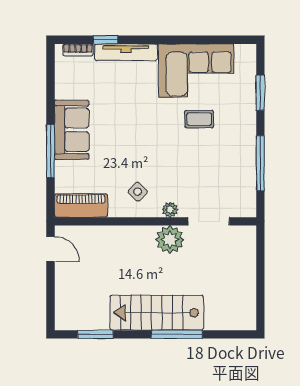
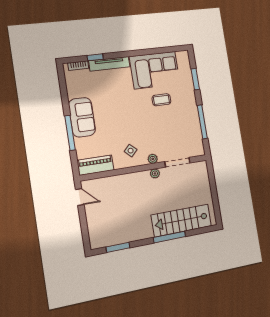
plant: (170, 239) -> (155, 173), width x0.53, depth x0.53
stairs: (157, 313) -> (181, 220), moved

